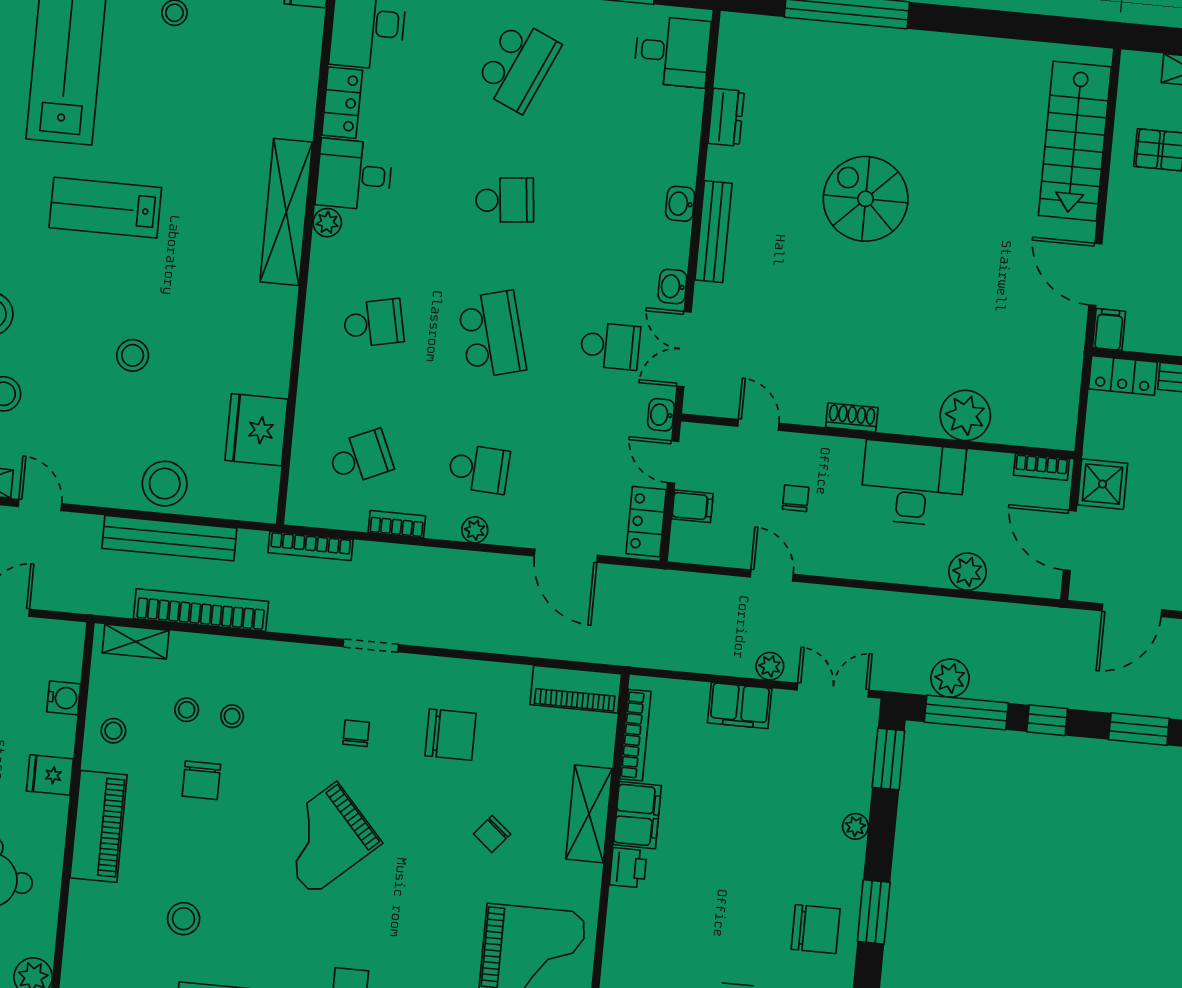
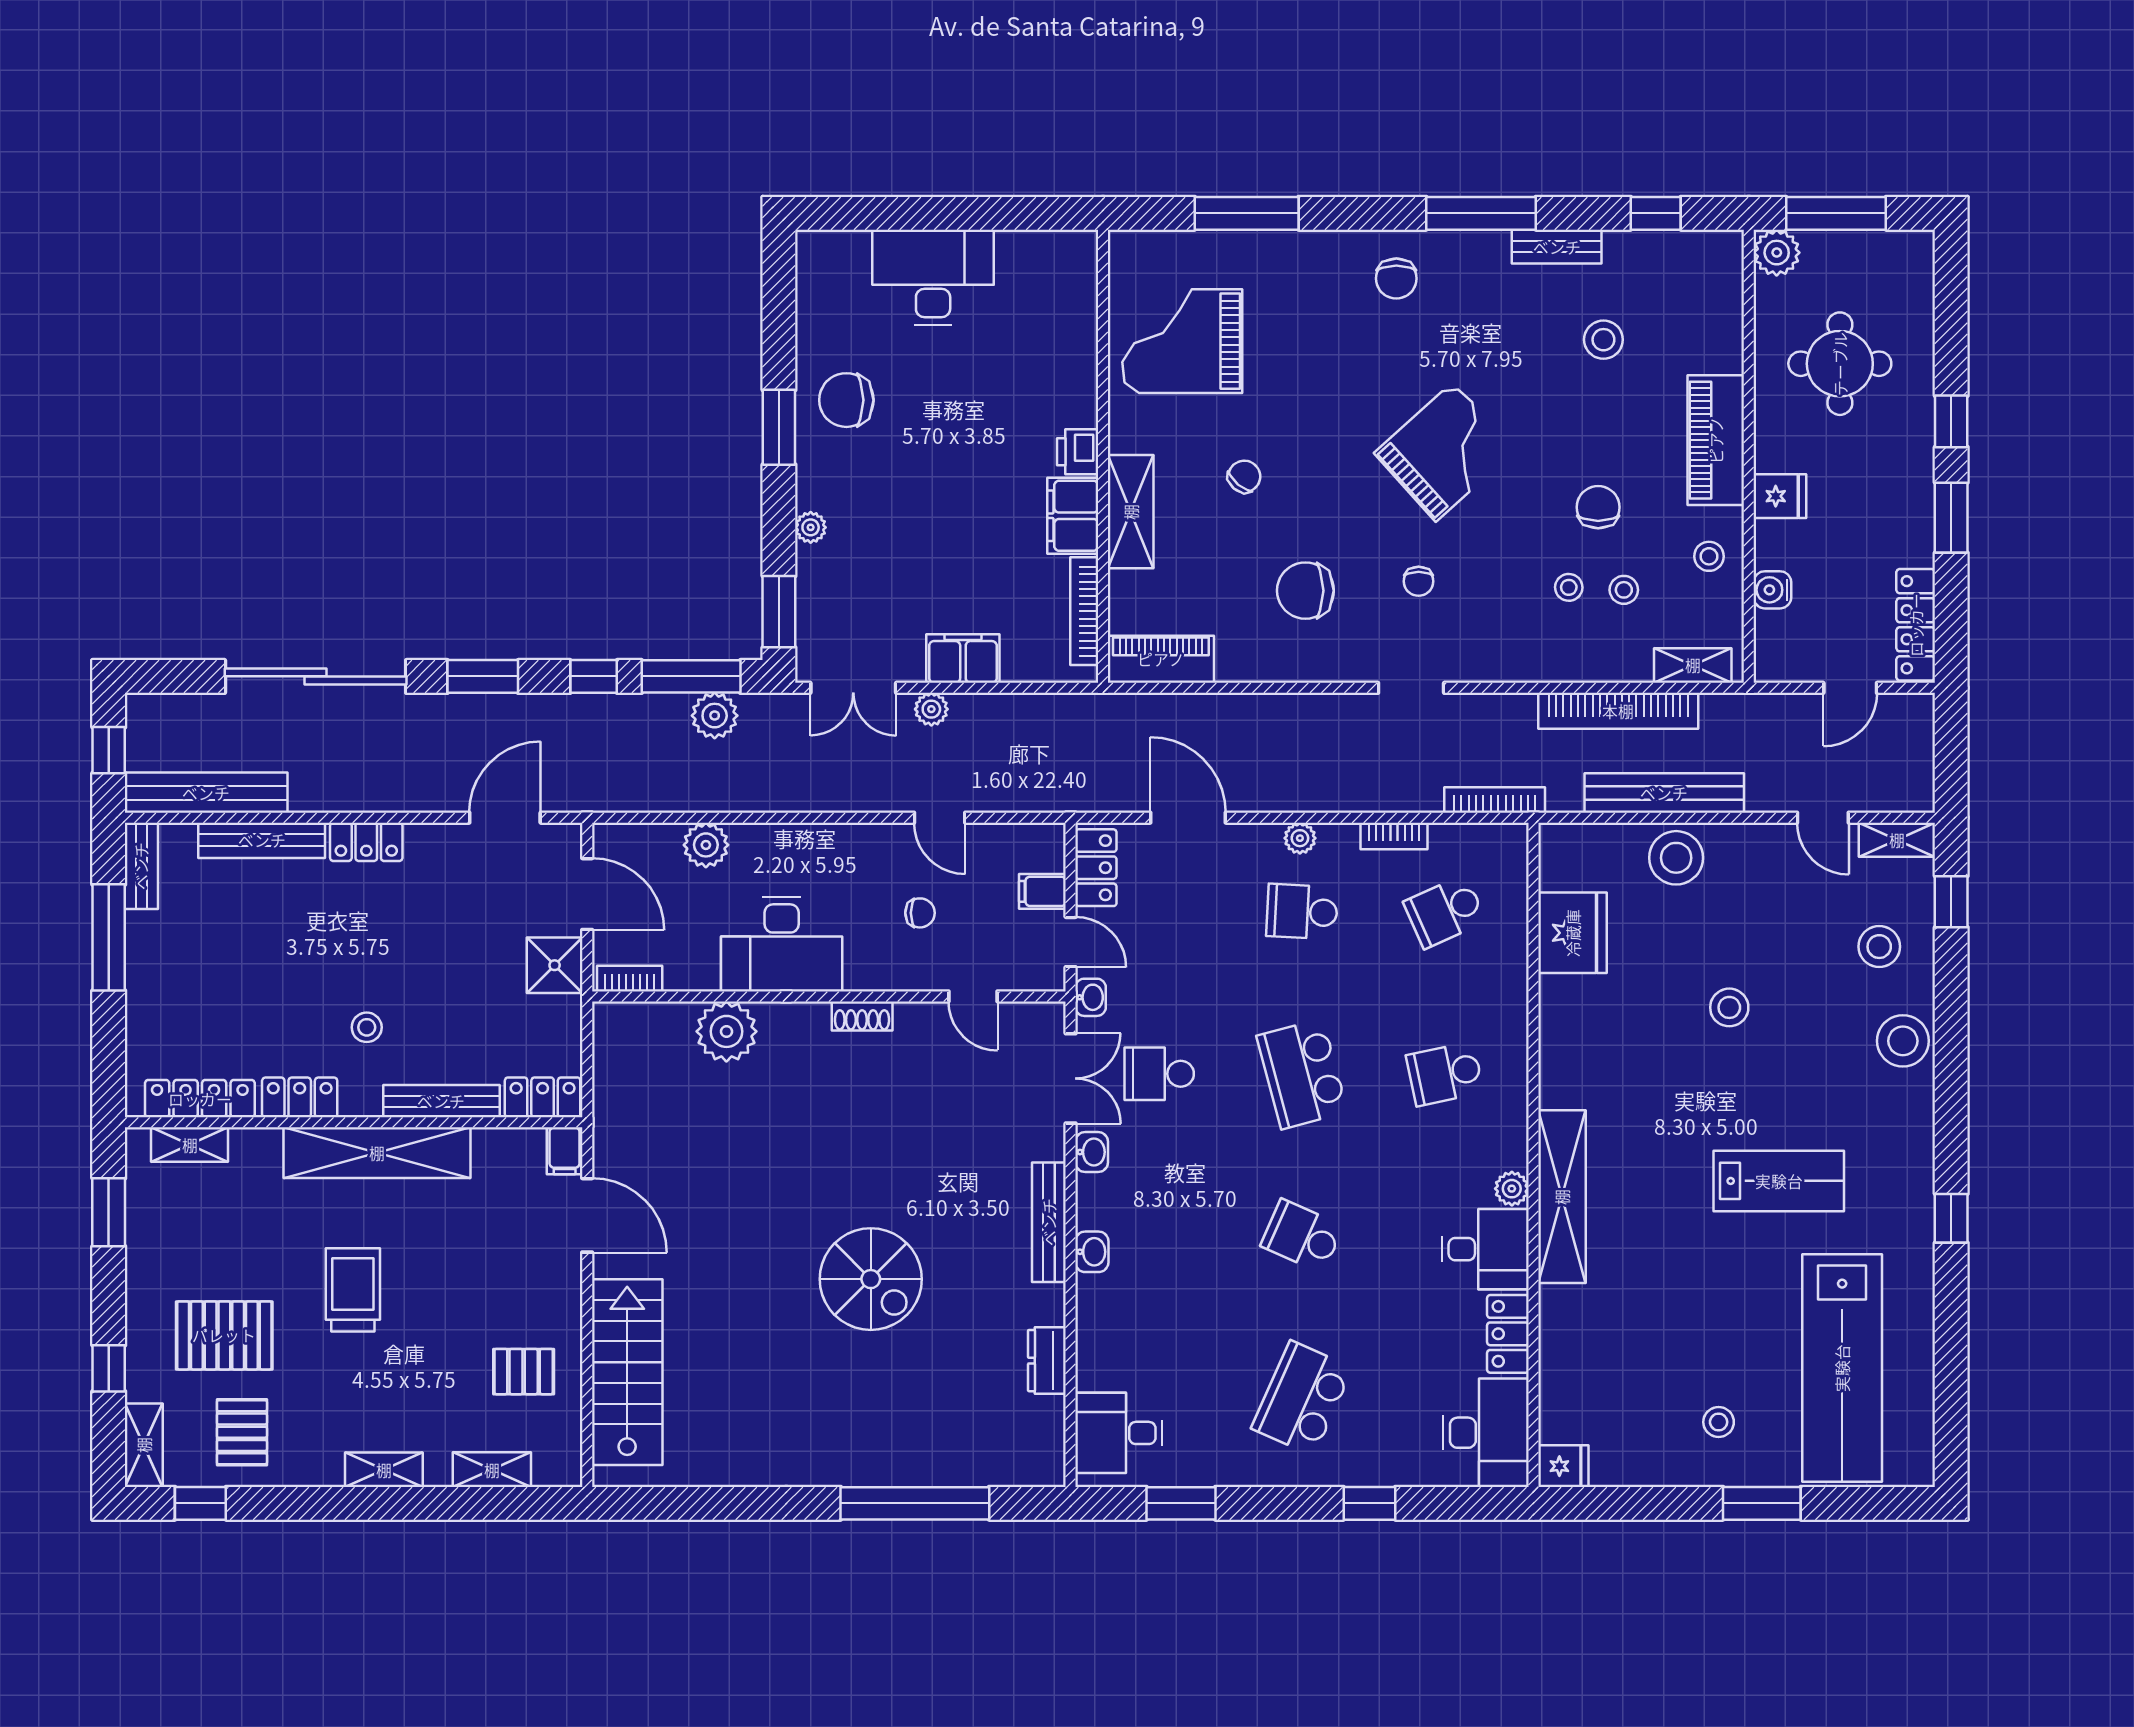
school desk: (505, 200) -> (1302, 1236), turned 30
chair: (796, 498) -> (920, 913), turned -90

